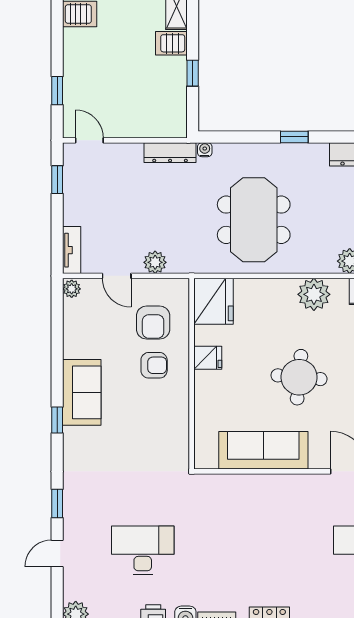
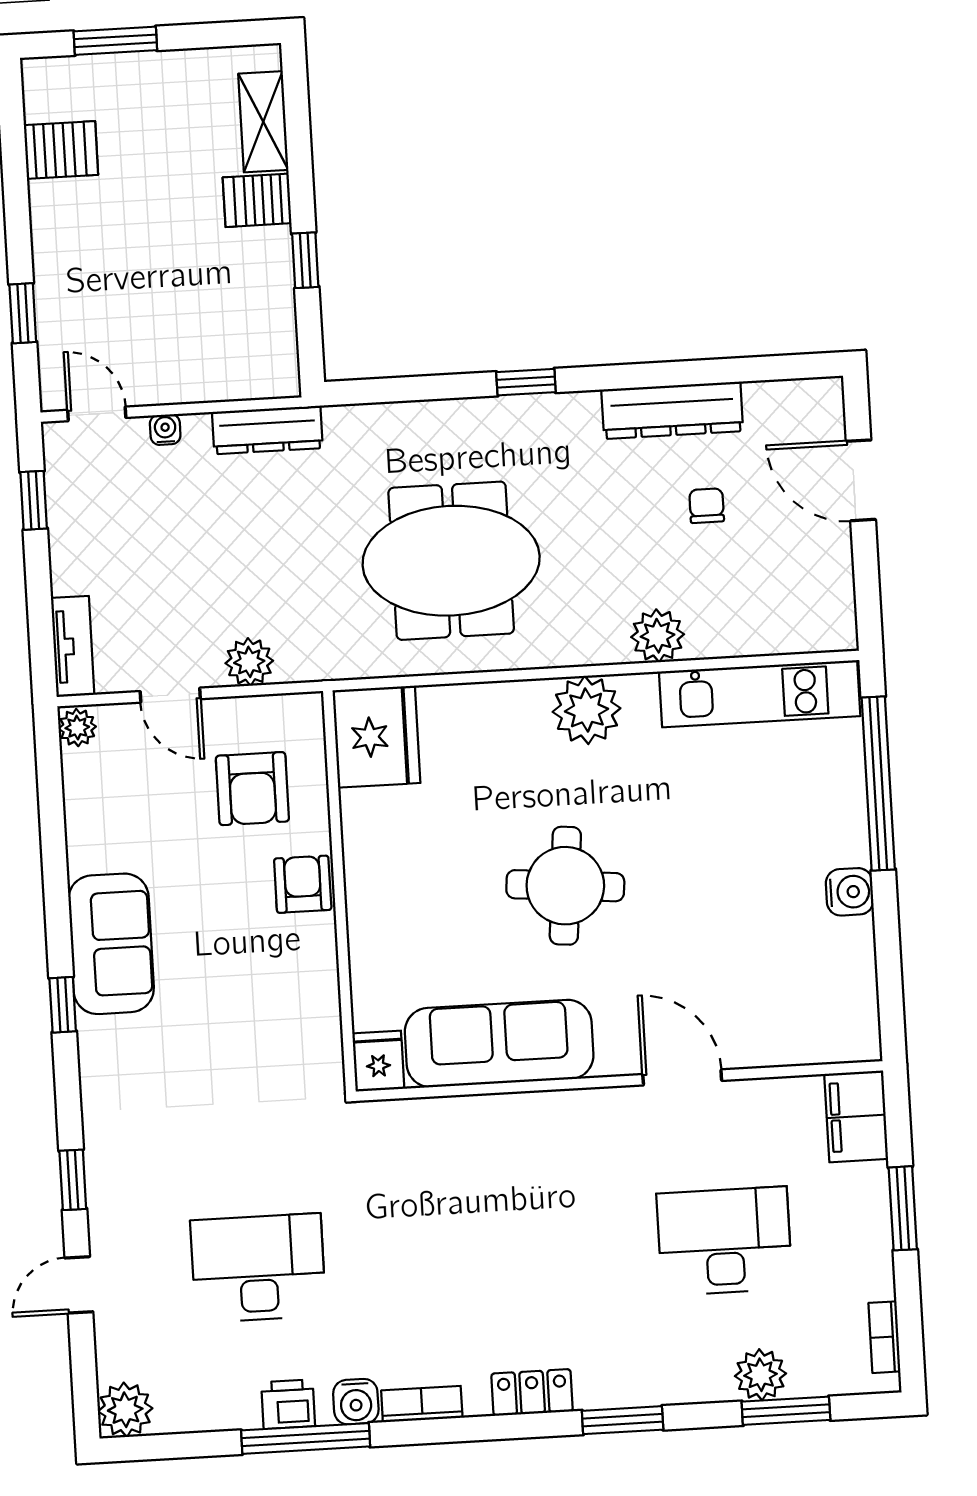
water cooler: (205, 150) -> (165, 430), moved
meeting table: (254, 220) -> (451, 561), turned 90
fridge: (208, 358) -> (378, 1061), moved, turned -90
armchair: (154, 365) -> (303, 884), moved, turned -90

